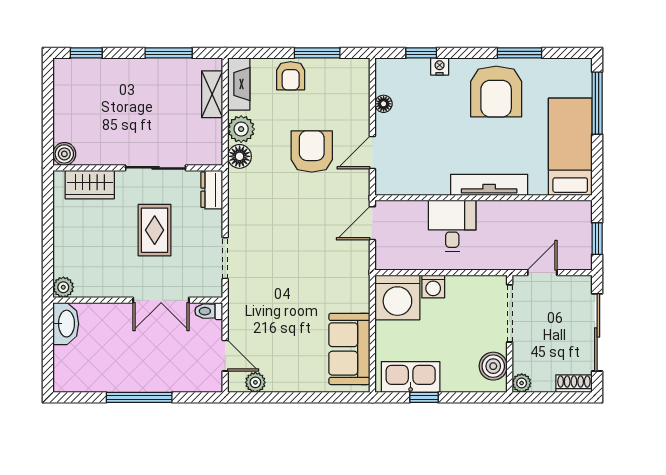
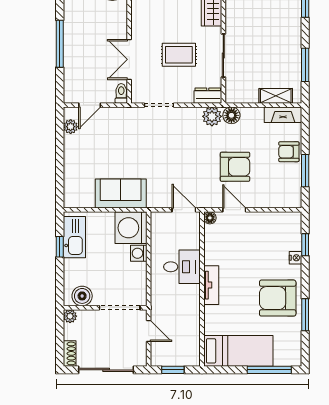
floor lamp: (384, 104) -> (210, 218), moved
plant: (241, 129) -> (212, 116), moved
tv unit: (489, 185) -> (211, 285), width x0.71
sofa: (349, 349) -> (121, 194), moved

